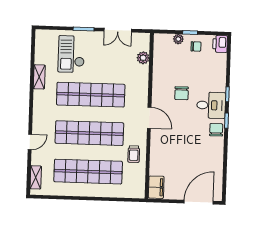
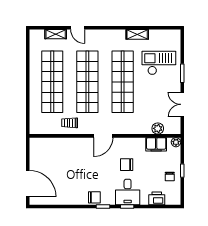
plant: (178, 39) -> (176, 142), moved
printer: (220, 44) -> (157, 198), moved
desk: (211, 105) -> (128, 192), moved
shelving: (36, 177) -> (56, 34), moved
filing cabinet: (156, 187) -> (156, 144), moved

